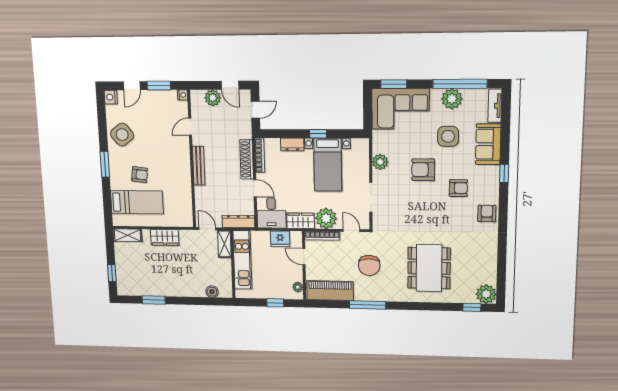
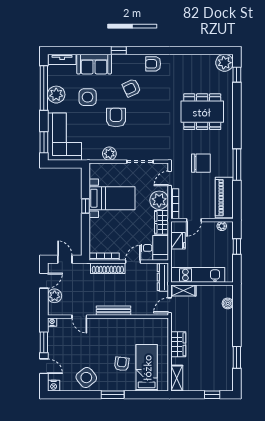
dresser: (292, 144) -> (95, 228), removed
armchair: (423, 170) -> (116, 117), turned 180
armchair: (458, 188) -> (132, 88), turned -115

